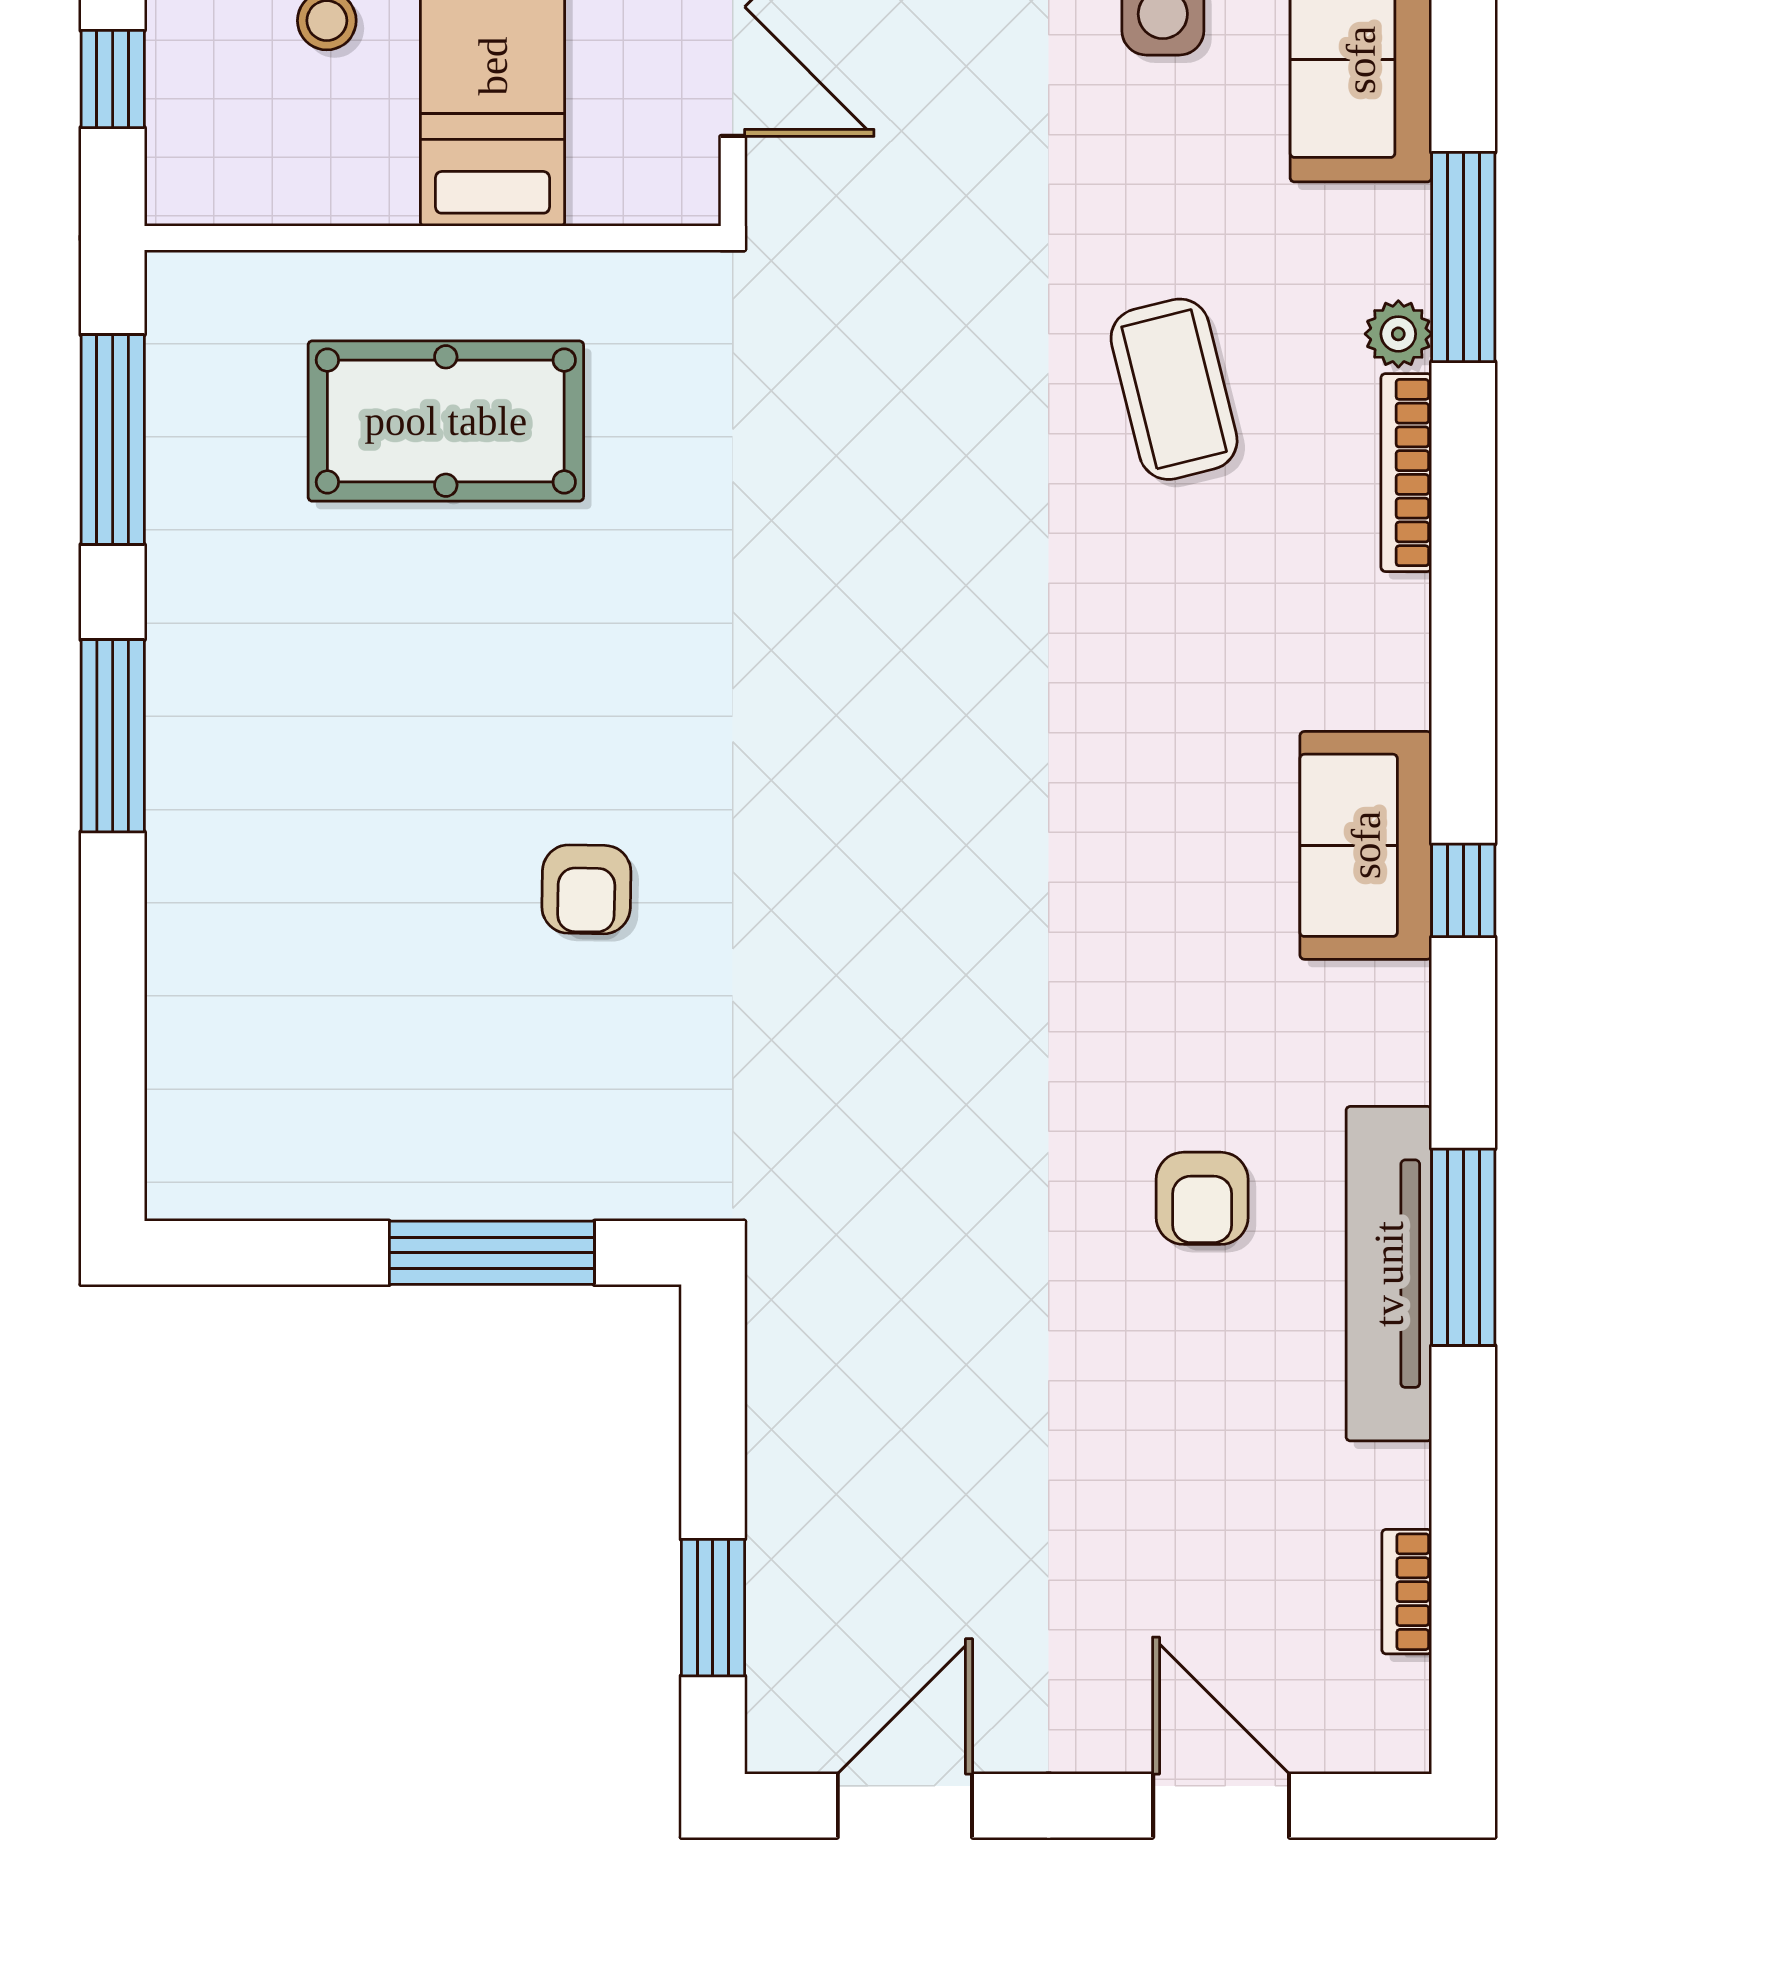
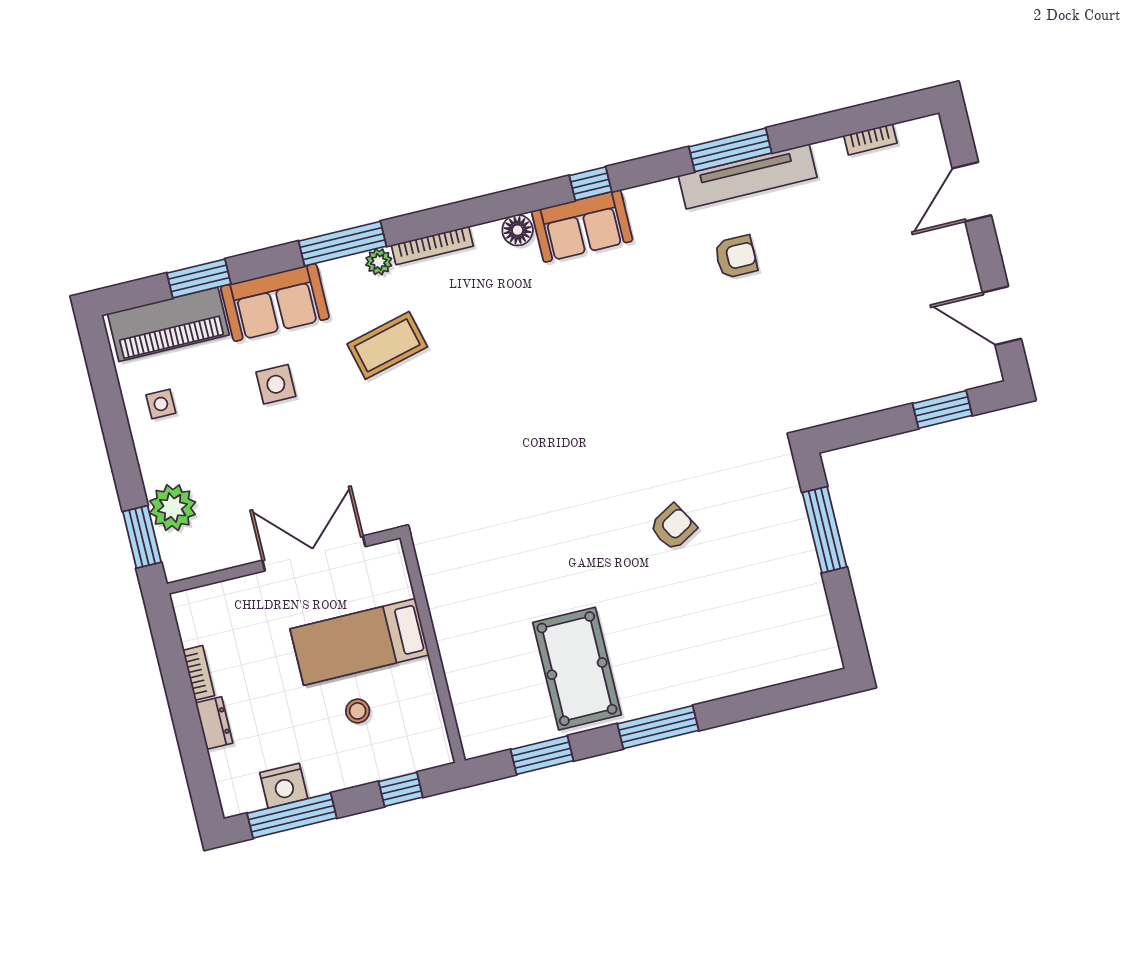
coffee table: (1174, 389) -> (387, 345), moved
pool table: (446, 421) -> (577, 669), moved
window: (113, 440) -> (542, 755), width x0.69
floor lamp: (1394, 687) -> (518, 230), added
armchair: (586, 889) -> (673, 527), turned -31

